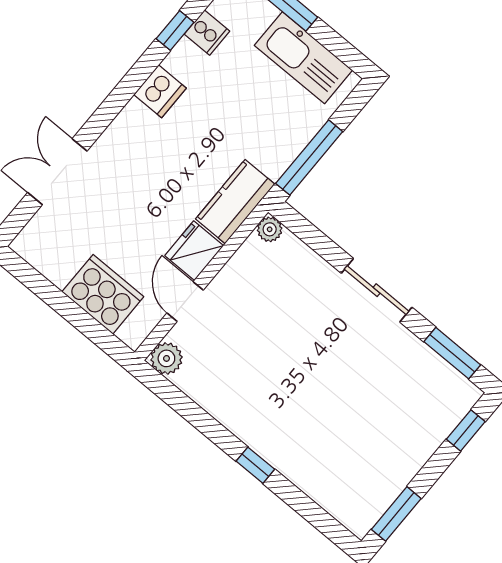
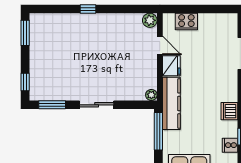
kitchen counter: (235, 202) -> (171, 103), width x1.50
cooker: (103, 294) -> (186, 22), width x0.73, depth x0.76

